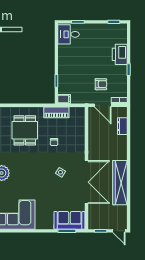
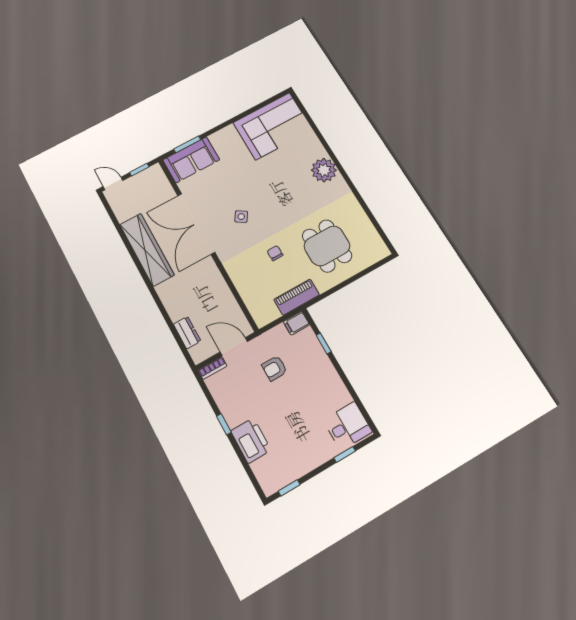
armchair: (101, 84) -> (274, 368), moved

